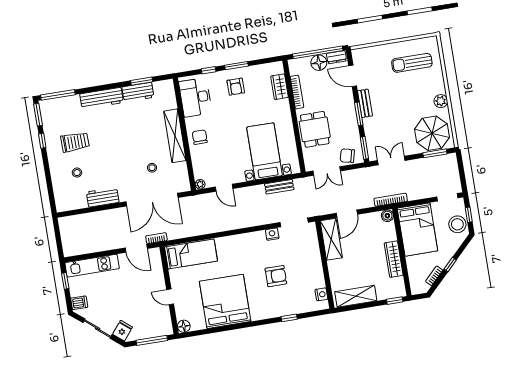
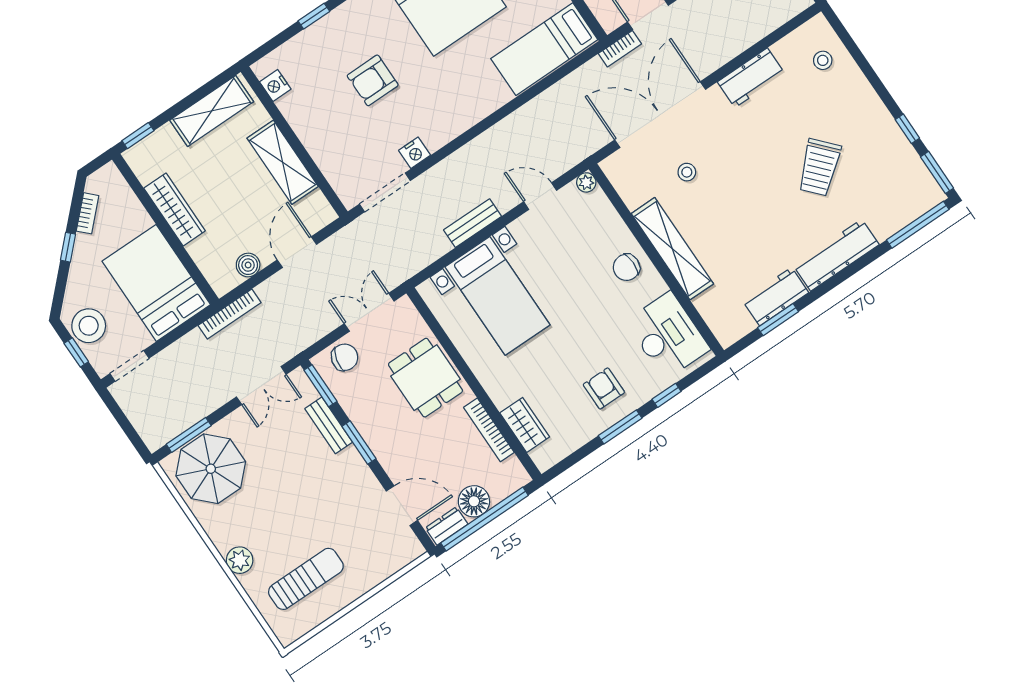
plant: (441, 101) -> (240, 560), moved
bench: (365, 103) -> (329, 425), moved
chair: (200, 137) -> (626, 267), turned 90
trolley: (75, 142) -> (819, 167), moved, turned -41
stool: (77, 173) -> (823, 60), moved
bench: (279, 187) -> (472, 223), moved
boiler: (387, 216) -> (248, 265), moved
shelving: (331, 239) -> (283, 162), moved

